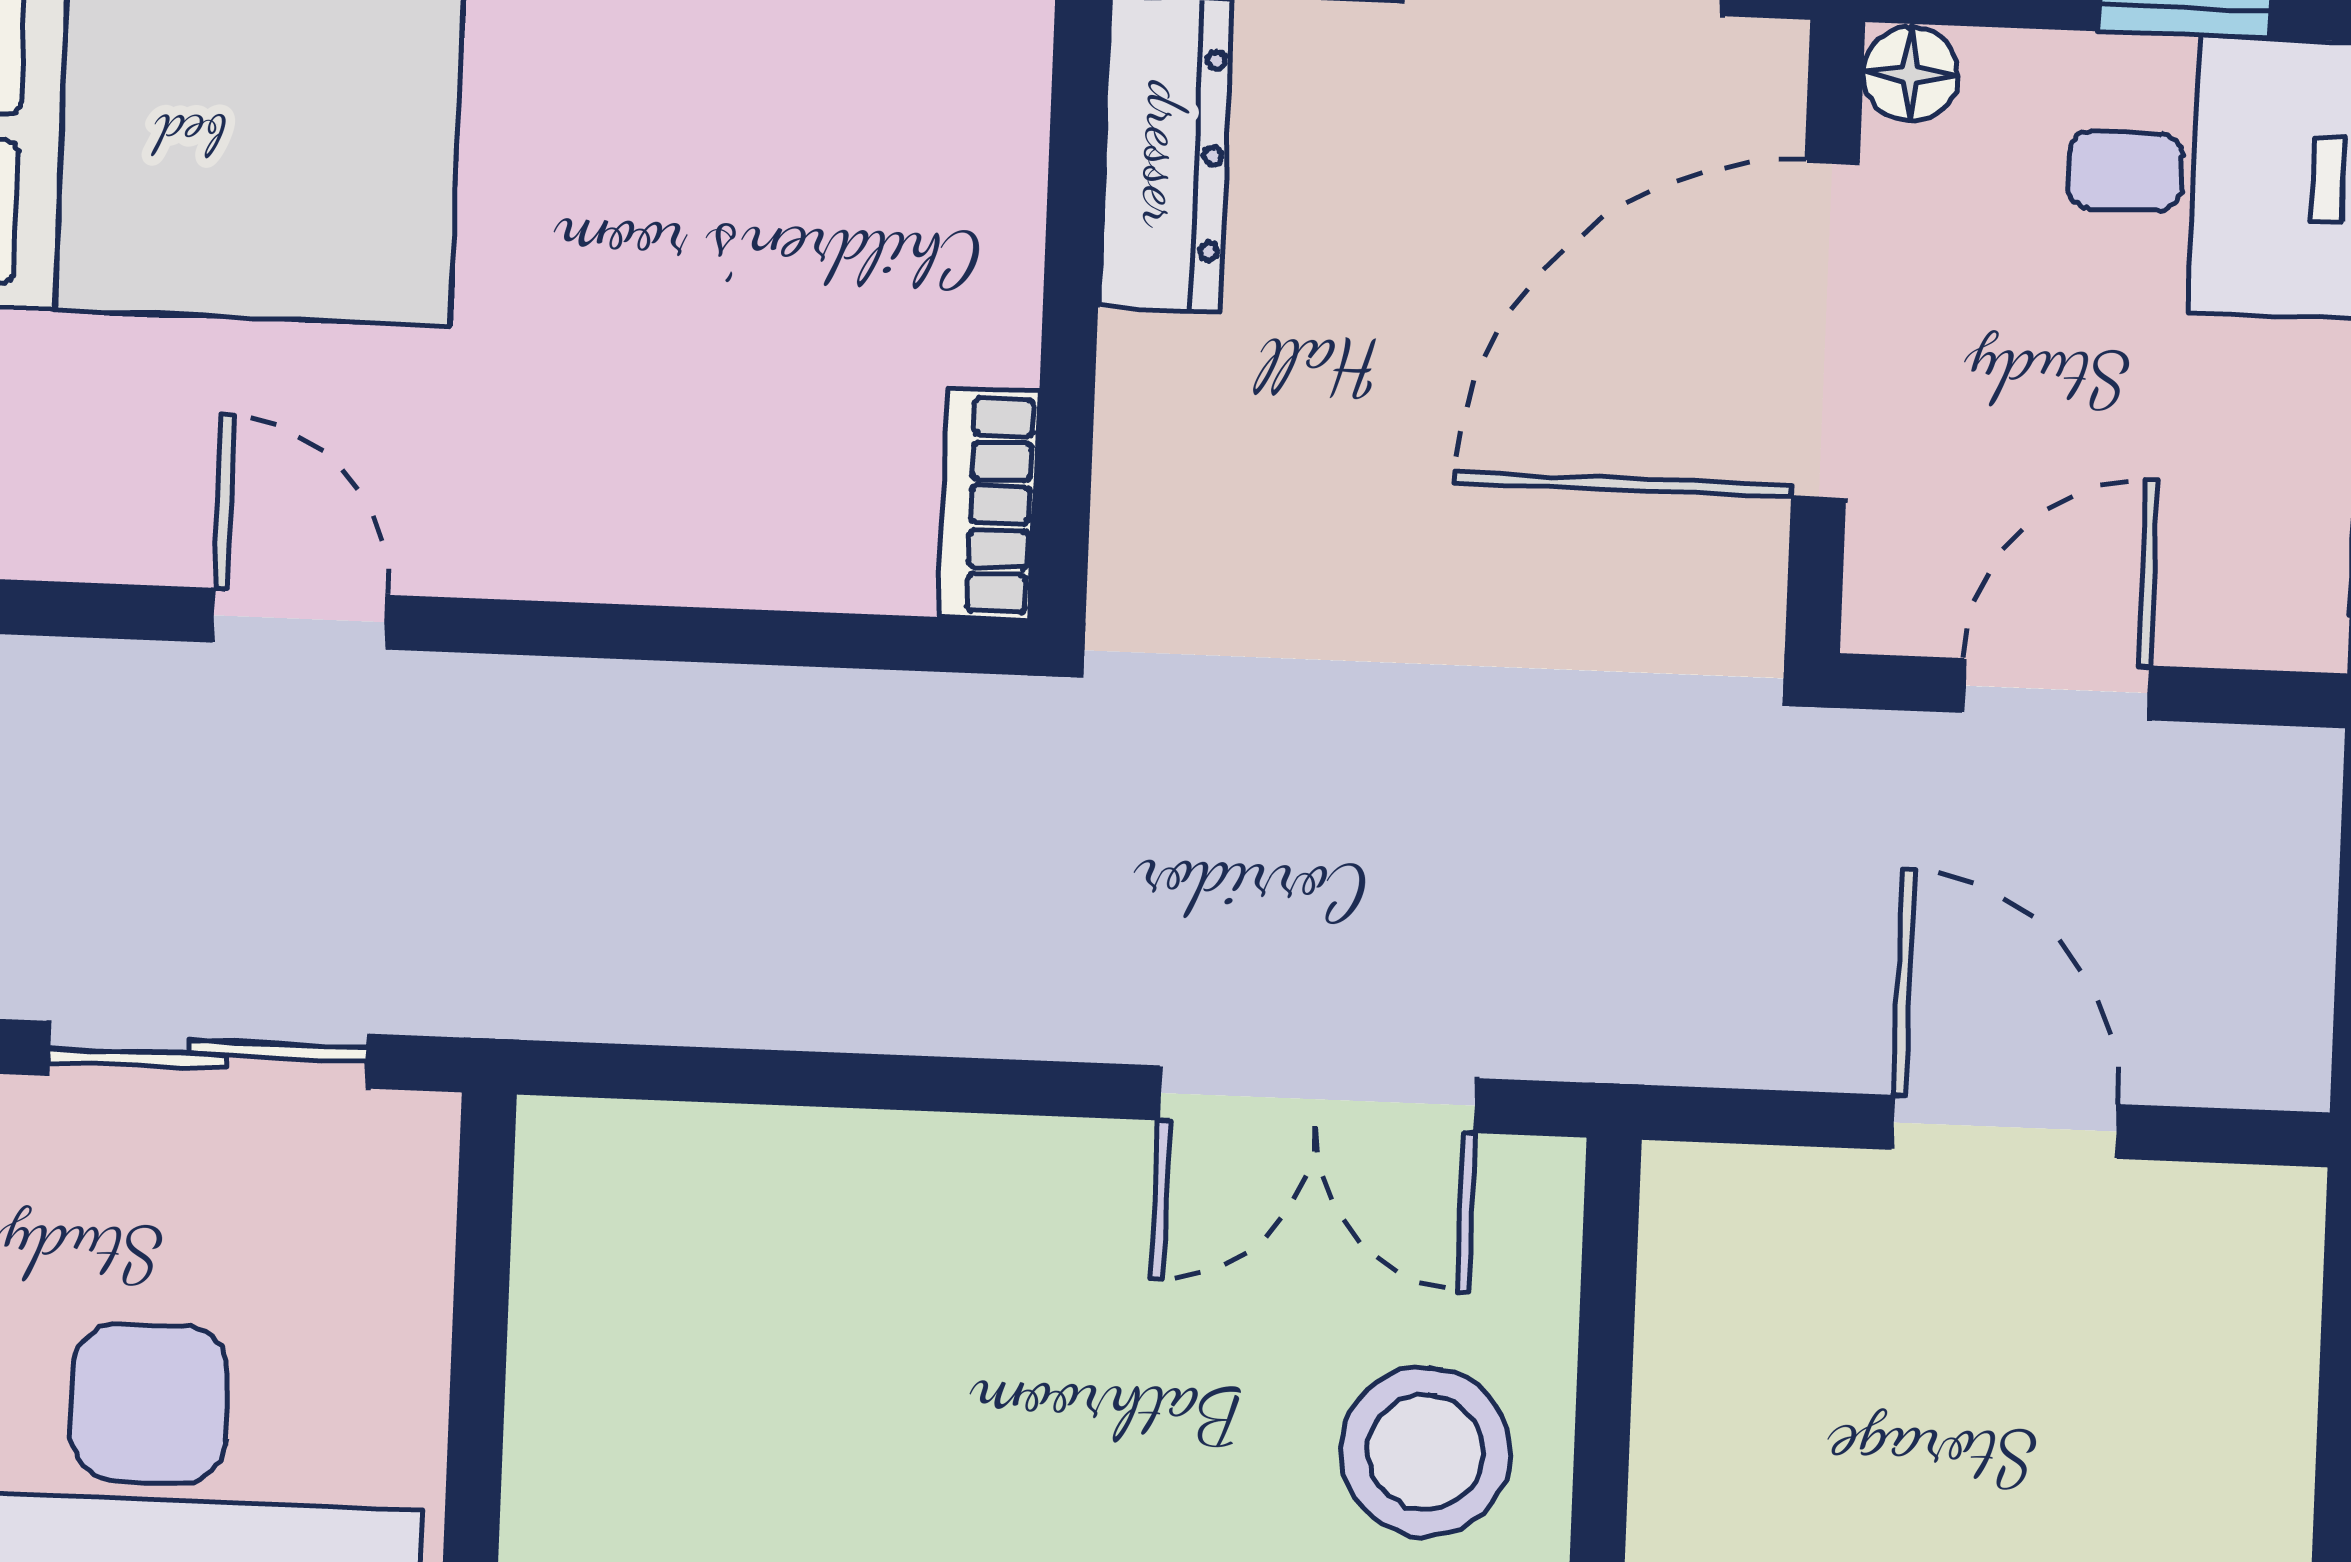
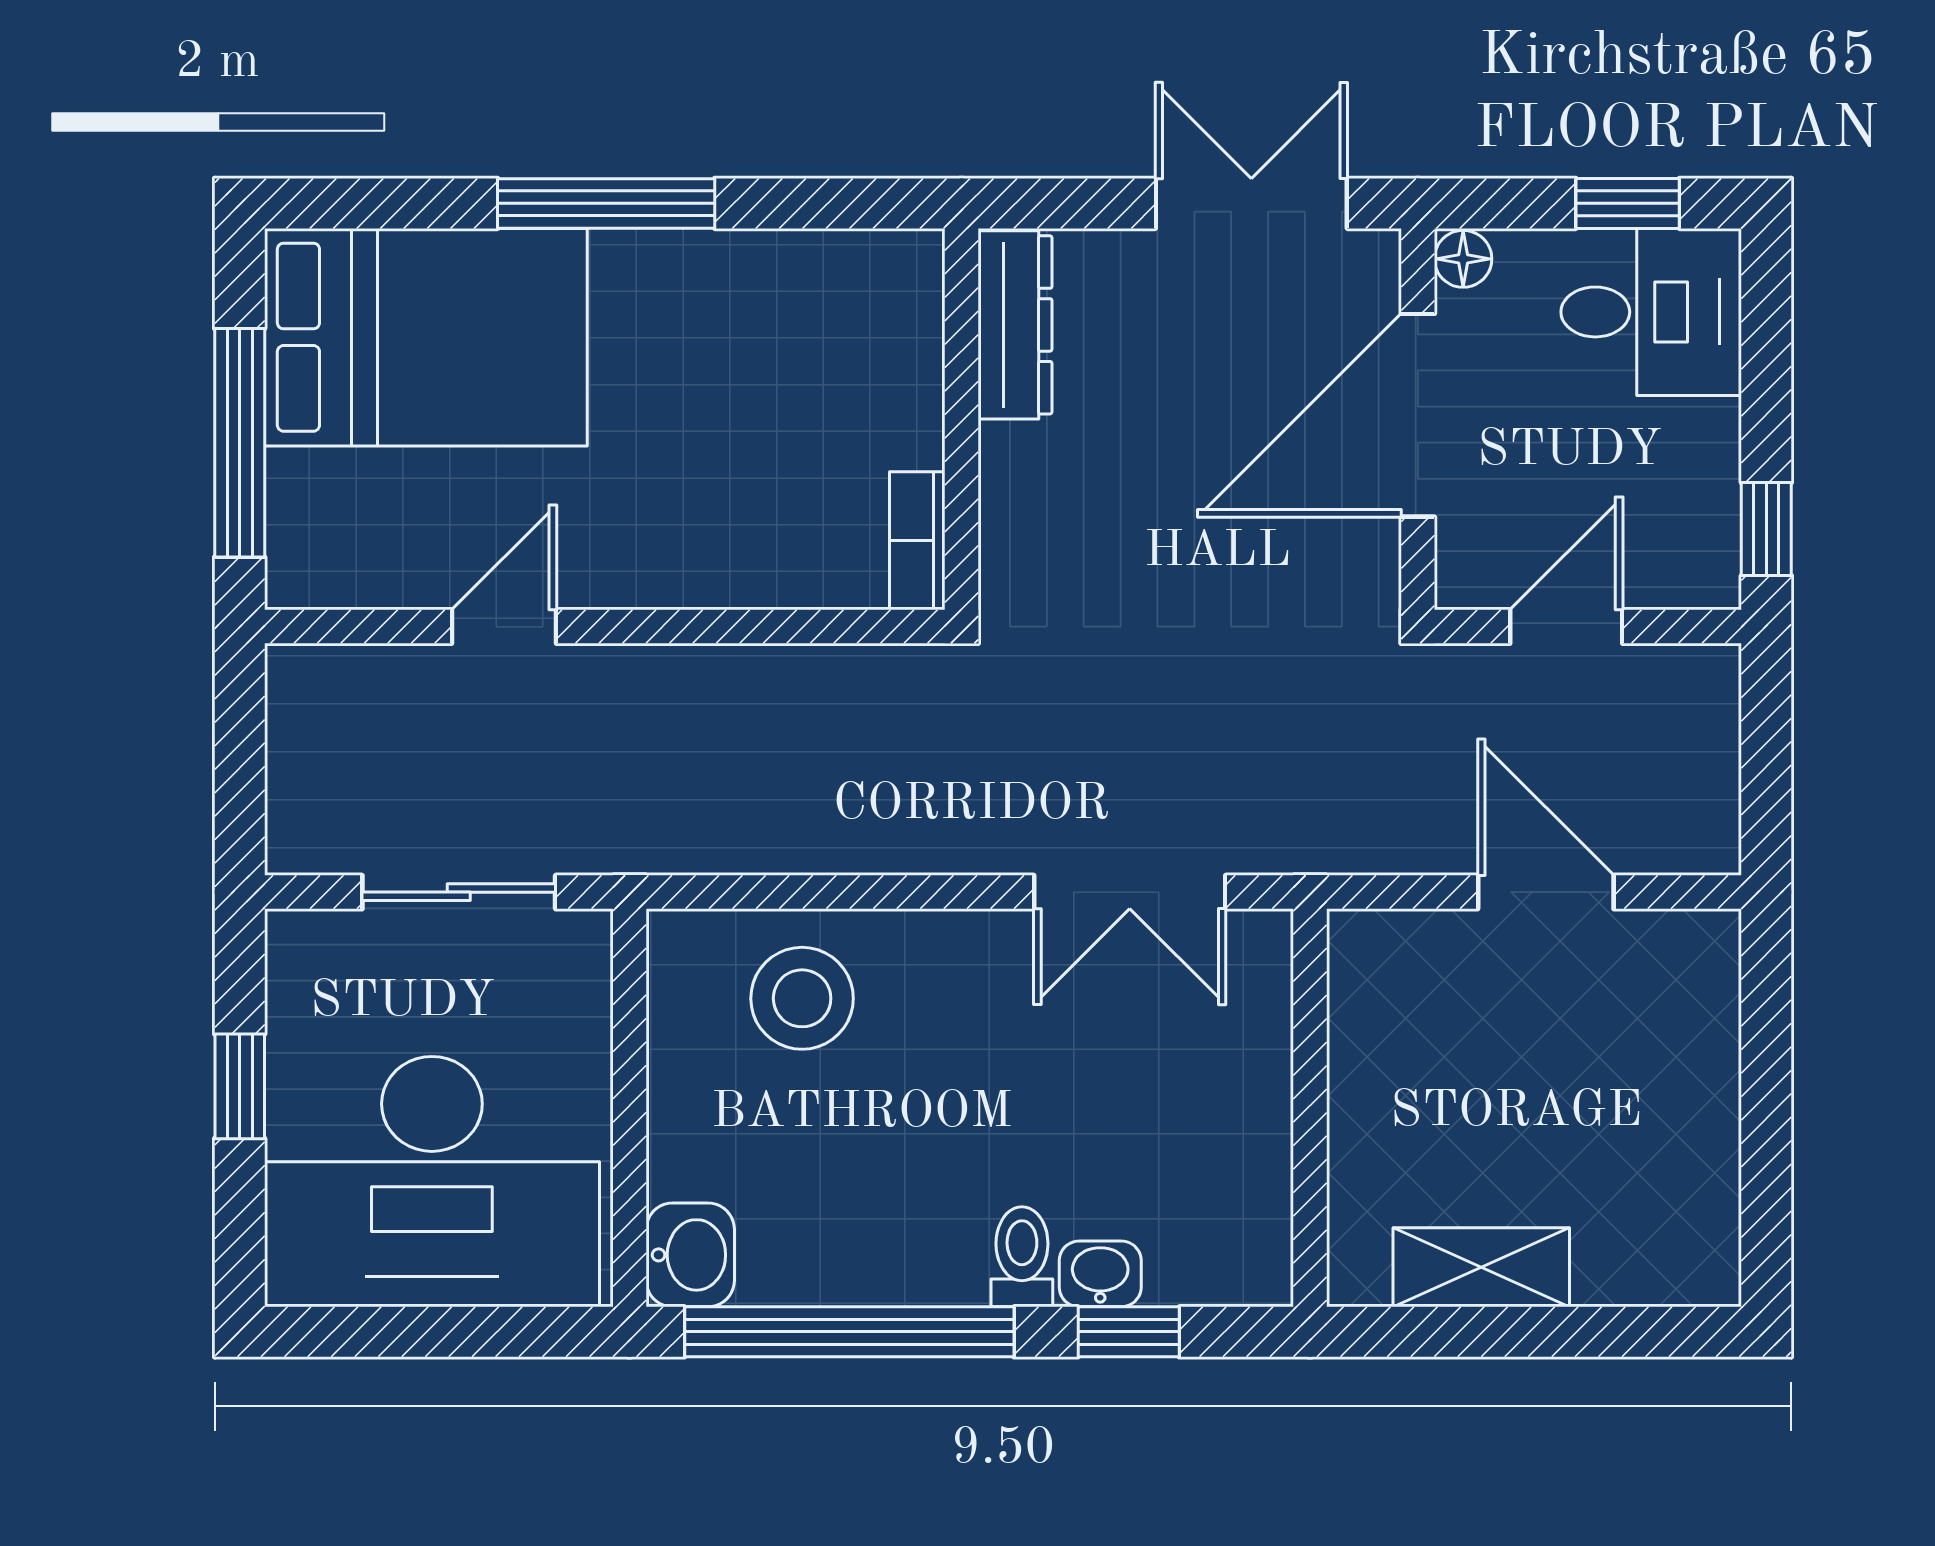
door: (300, 619) -> (504, 627), hinge flipped
stool: (1425, 1452) -> (802, 998), moved

